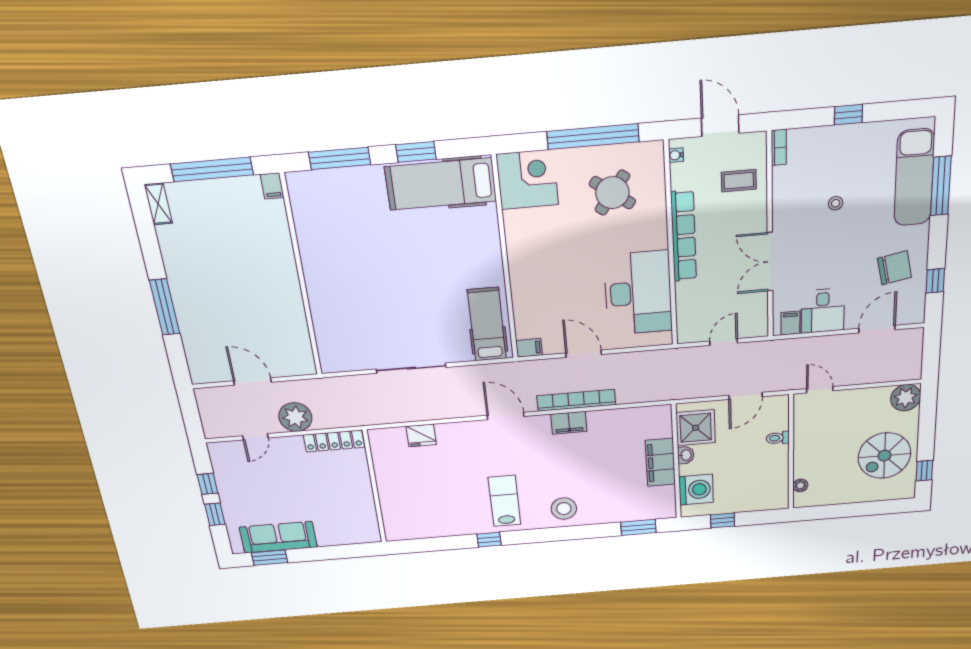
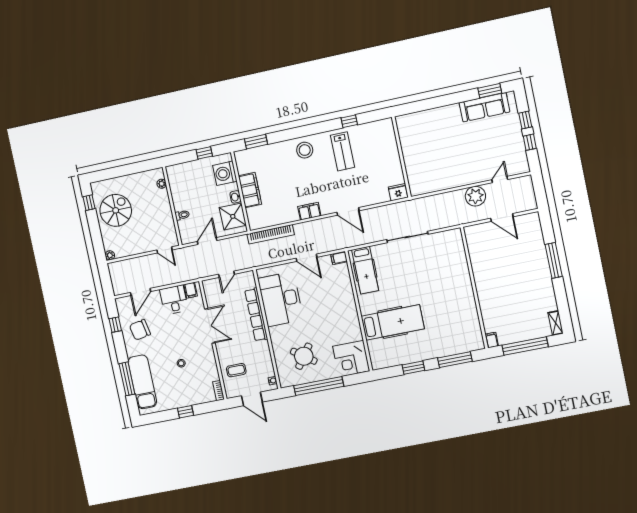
hospital bed: (441, 184) -> (393, 322), moved
row of seats: (684, 236) -> (256, 315), moved
plant: (906, 398) -> (110, 255), width x0.53, depth x0.53
bookcase: (576, 400) -> (271, 234), moved
locker: (334, 441) -> (451, 182), removed
wall: (374, 487) -> (401, 157), moved

